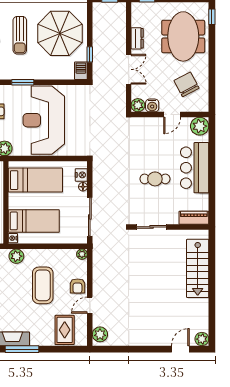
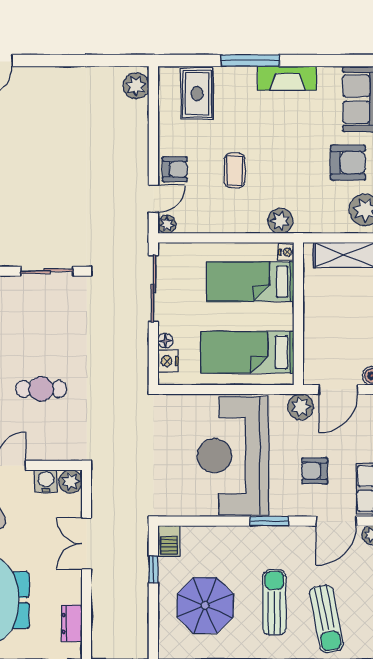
parasol: (60, 33) -> (205, 605), width x0.73, depth x0.73
dresser: (137, 38) -> (72, 623), moved
reception desk: (44, 120) -> (233, 456), turned 180
cafe table: (155, 179) -> (41, 389), moved
coffee table: (43, 285) -> (235, 170), width x0.54, depth x0.58
armchair: (77, 286) -> (175, 169), turned 90
door: (90, 305) -> (153, 199), moved
window: (22, 349) -> (250, 61), moved

